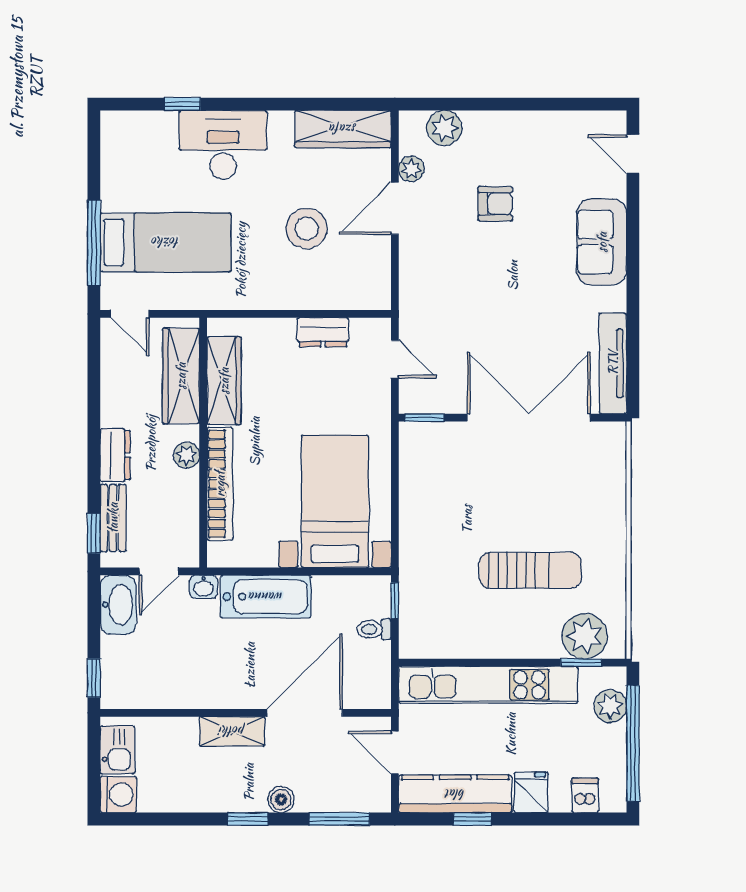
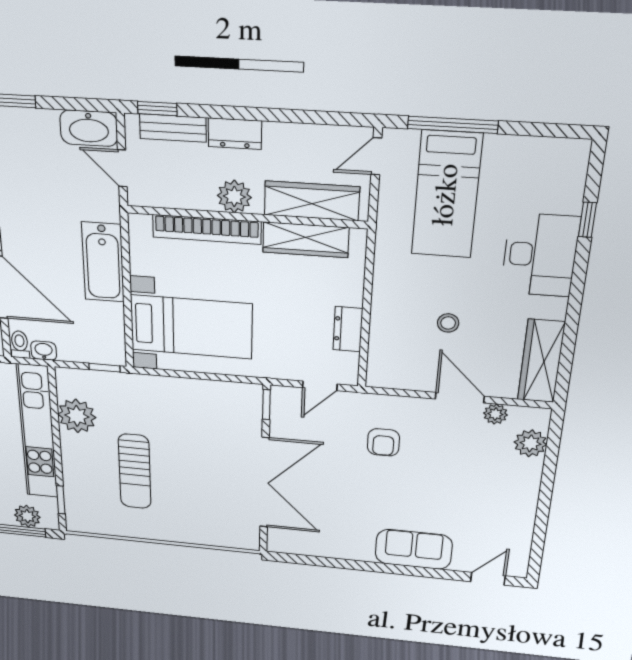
armchair: (495, 204) -> (383, 442), moved
stool: (307, 228) -> (448, 323), width x0.53, depth x0.53
tv unit: (613, 363) -> (309, 547), removed
plant: (186, 455) -> (234, 197), width x1.38, depth x1.38
washbasin: (204, 587) -> (44, 351), moved, turned 90
toilet: (374, 629) -> (20, 344), moved
plant: (585, 636) -> (77, 416), moved

